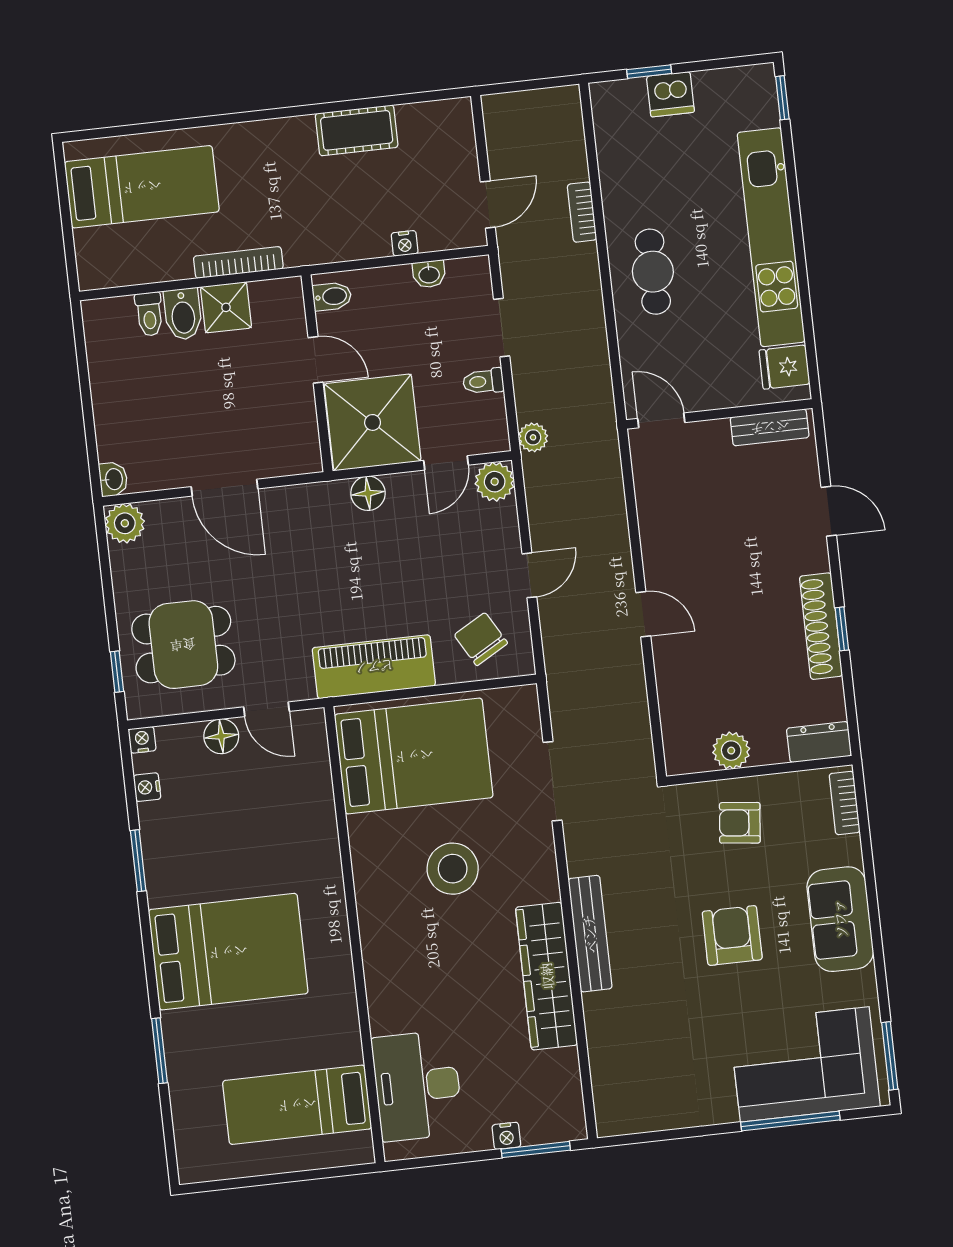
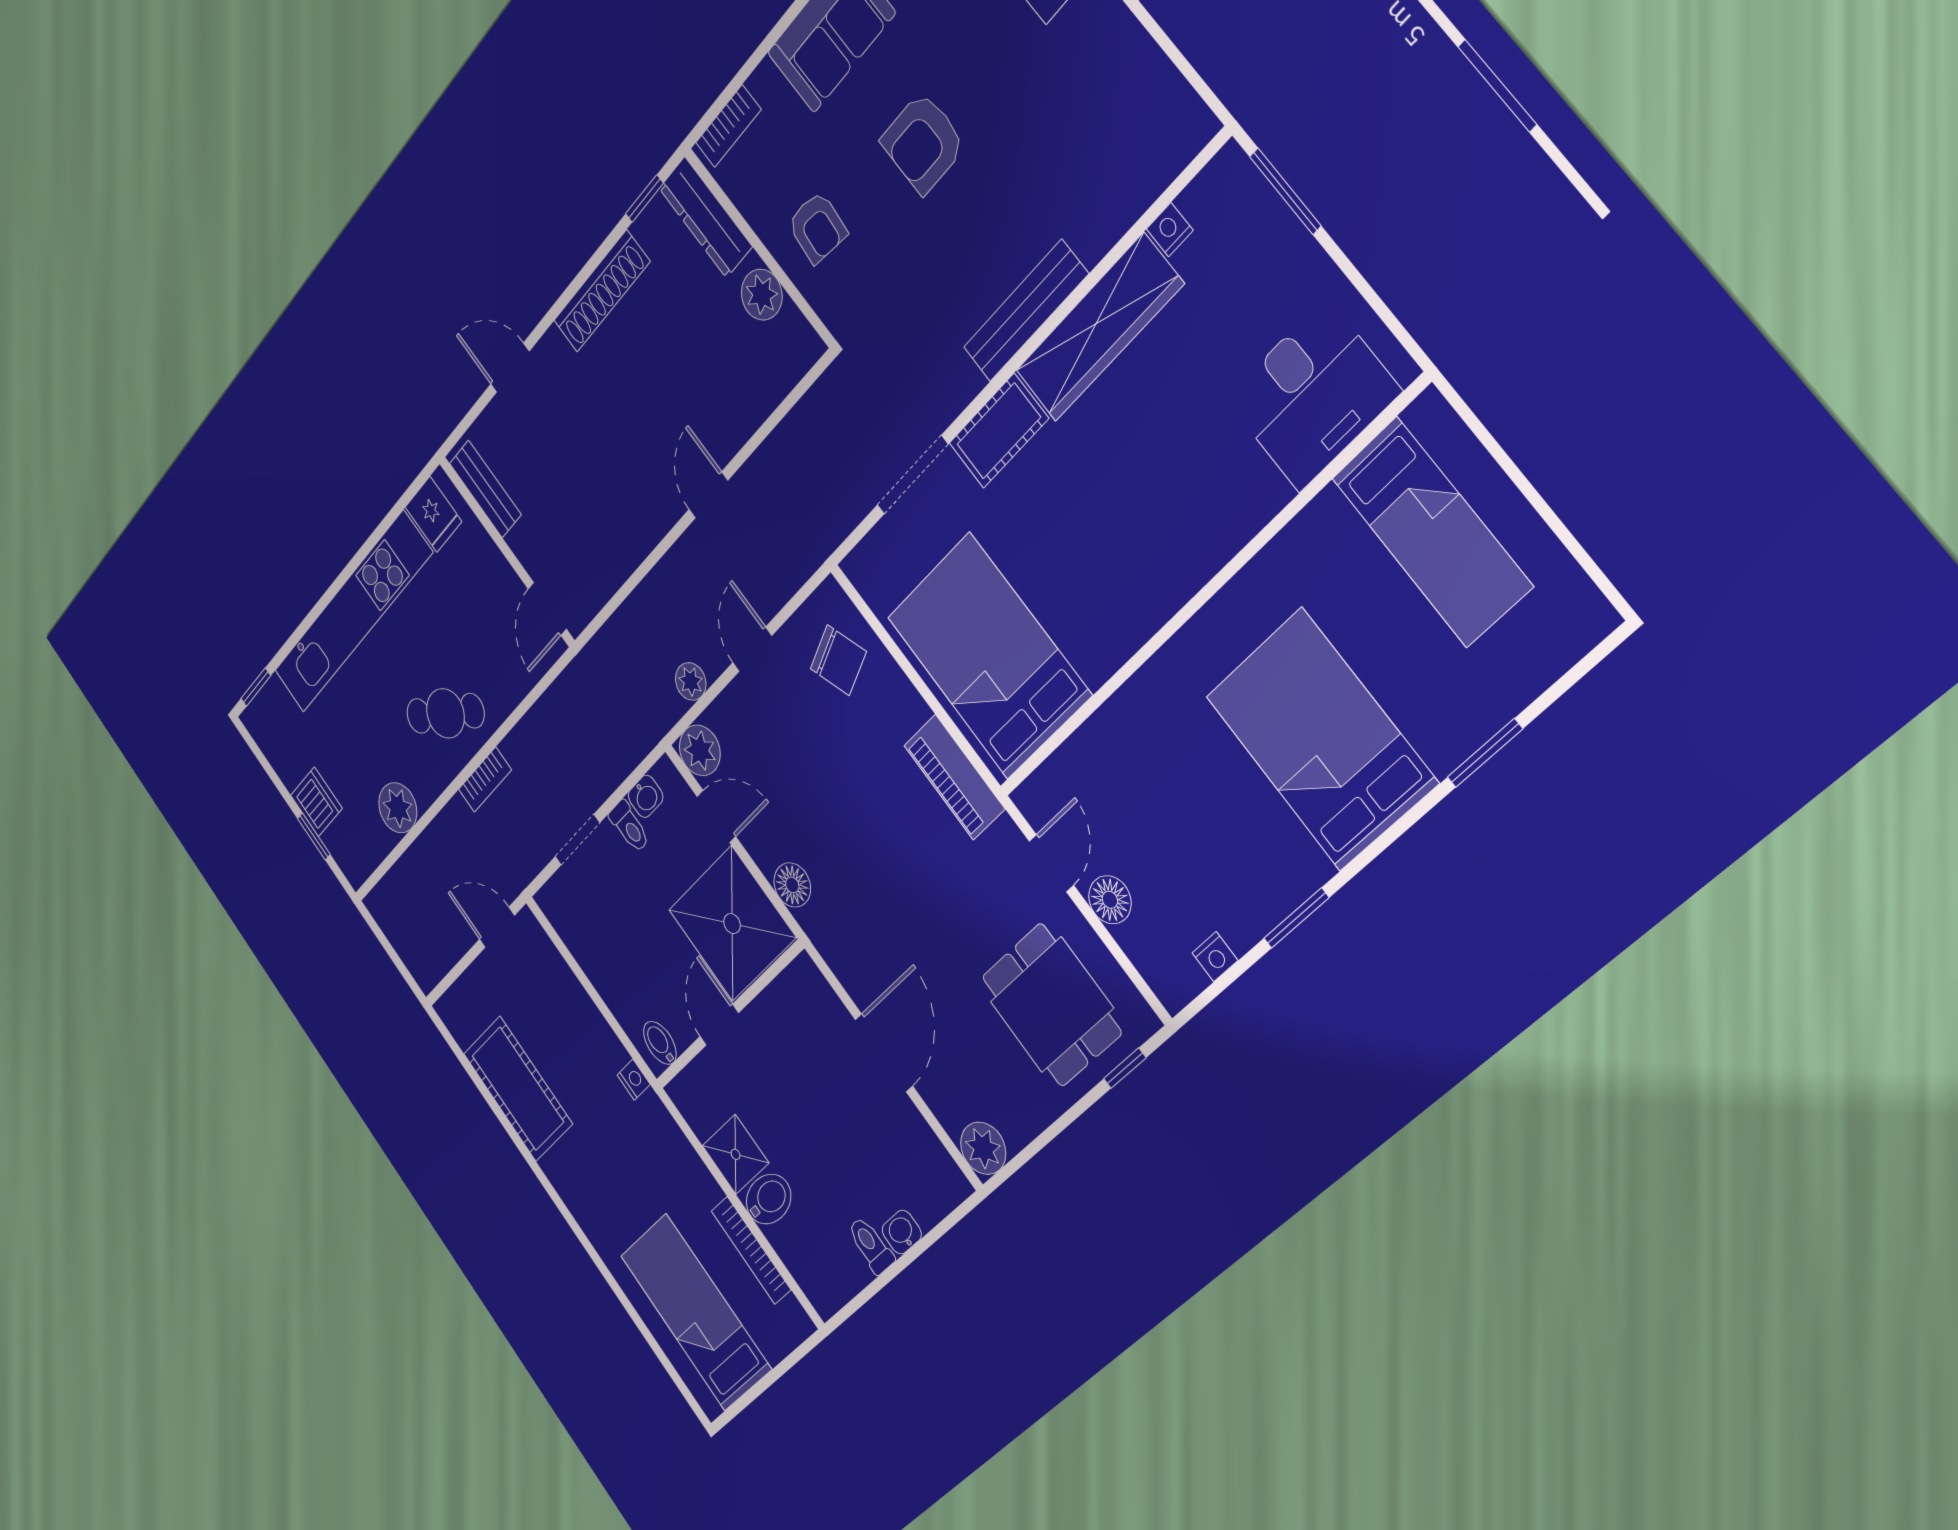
cot: (357, 130) -> (518, 1089), width x1.37, depth x1.34
plant: (619, 173) -> (398, 808), added
bookcase: (582, 212) -> (485, 780), moved
nightstand: (405, 243) -> (634, 1080), moved
bookcase: (238, 262) -> (751, 1250), moved
cafe table: (653, 272) -> (445, 713), turned 33
washbasin: (429, 274) -> (646, 796), moved, turned 90
toilet: (149, 314) -> (871, 1245), moved, turned -90
plant: (533, 437) -> (691, 681), moved
washbasin: (113, 479) -> (902, 1232), moved
door: (829, 511) -> (510, 368), hinge flipped
door: (529, 575) -> (752, 649), hinge flipped
window: (842, 629) -> (644, 199), moved
chair: (481, 639) -> (838, 660), turned -81
piano: (374, 667) -> (954, 777), width x0.73, depth x0.75
nightstand: (142, 740) -> (1172, 994), removed
dresser: (819, 742) -> (706, 217), width x1.44
cot: (536, 863) -> (999, 431), added
stool: (453, 869) -> (1065, 526), removed
nightstand: (506, 1136) -> (1170, 230), moved, turned -90

